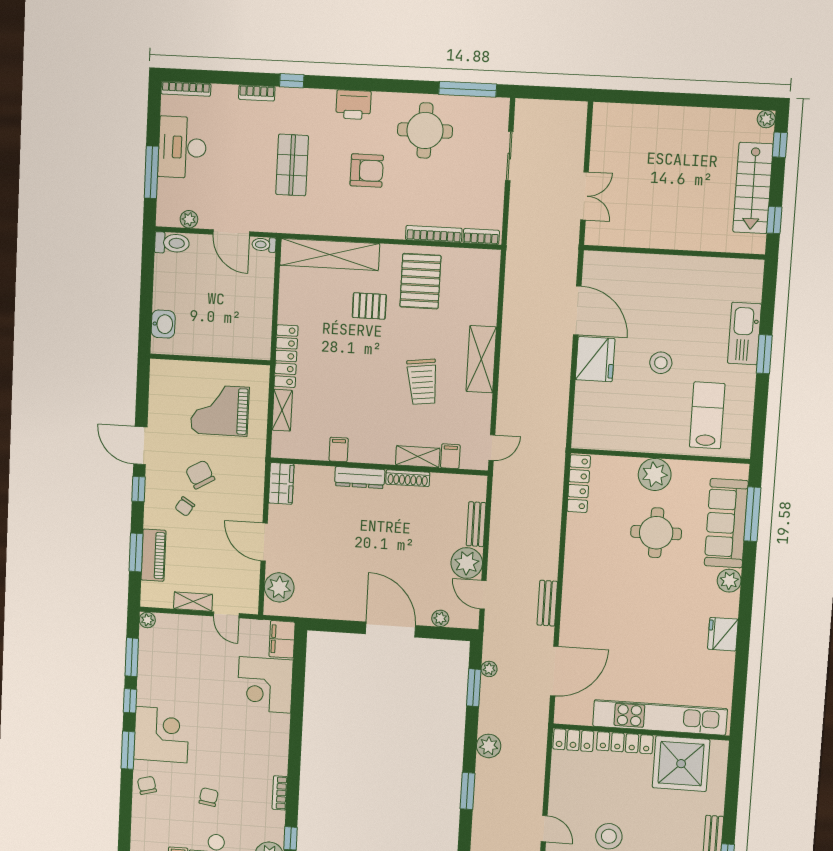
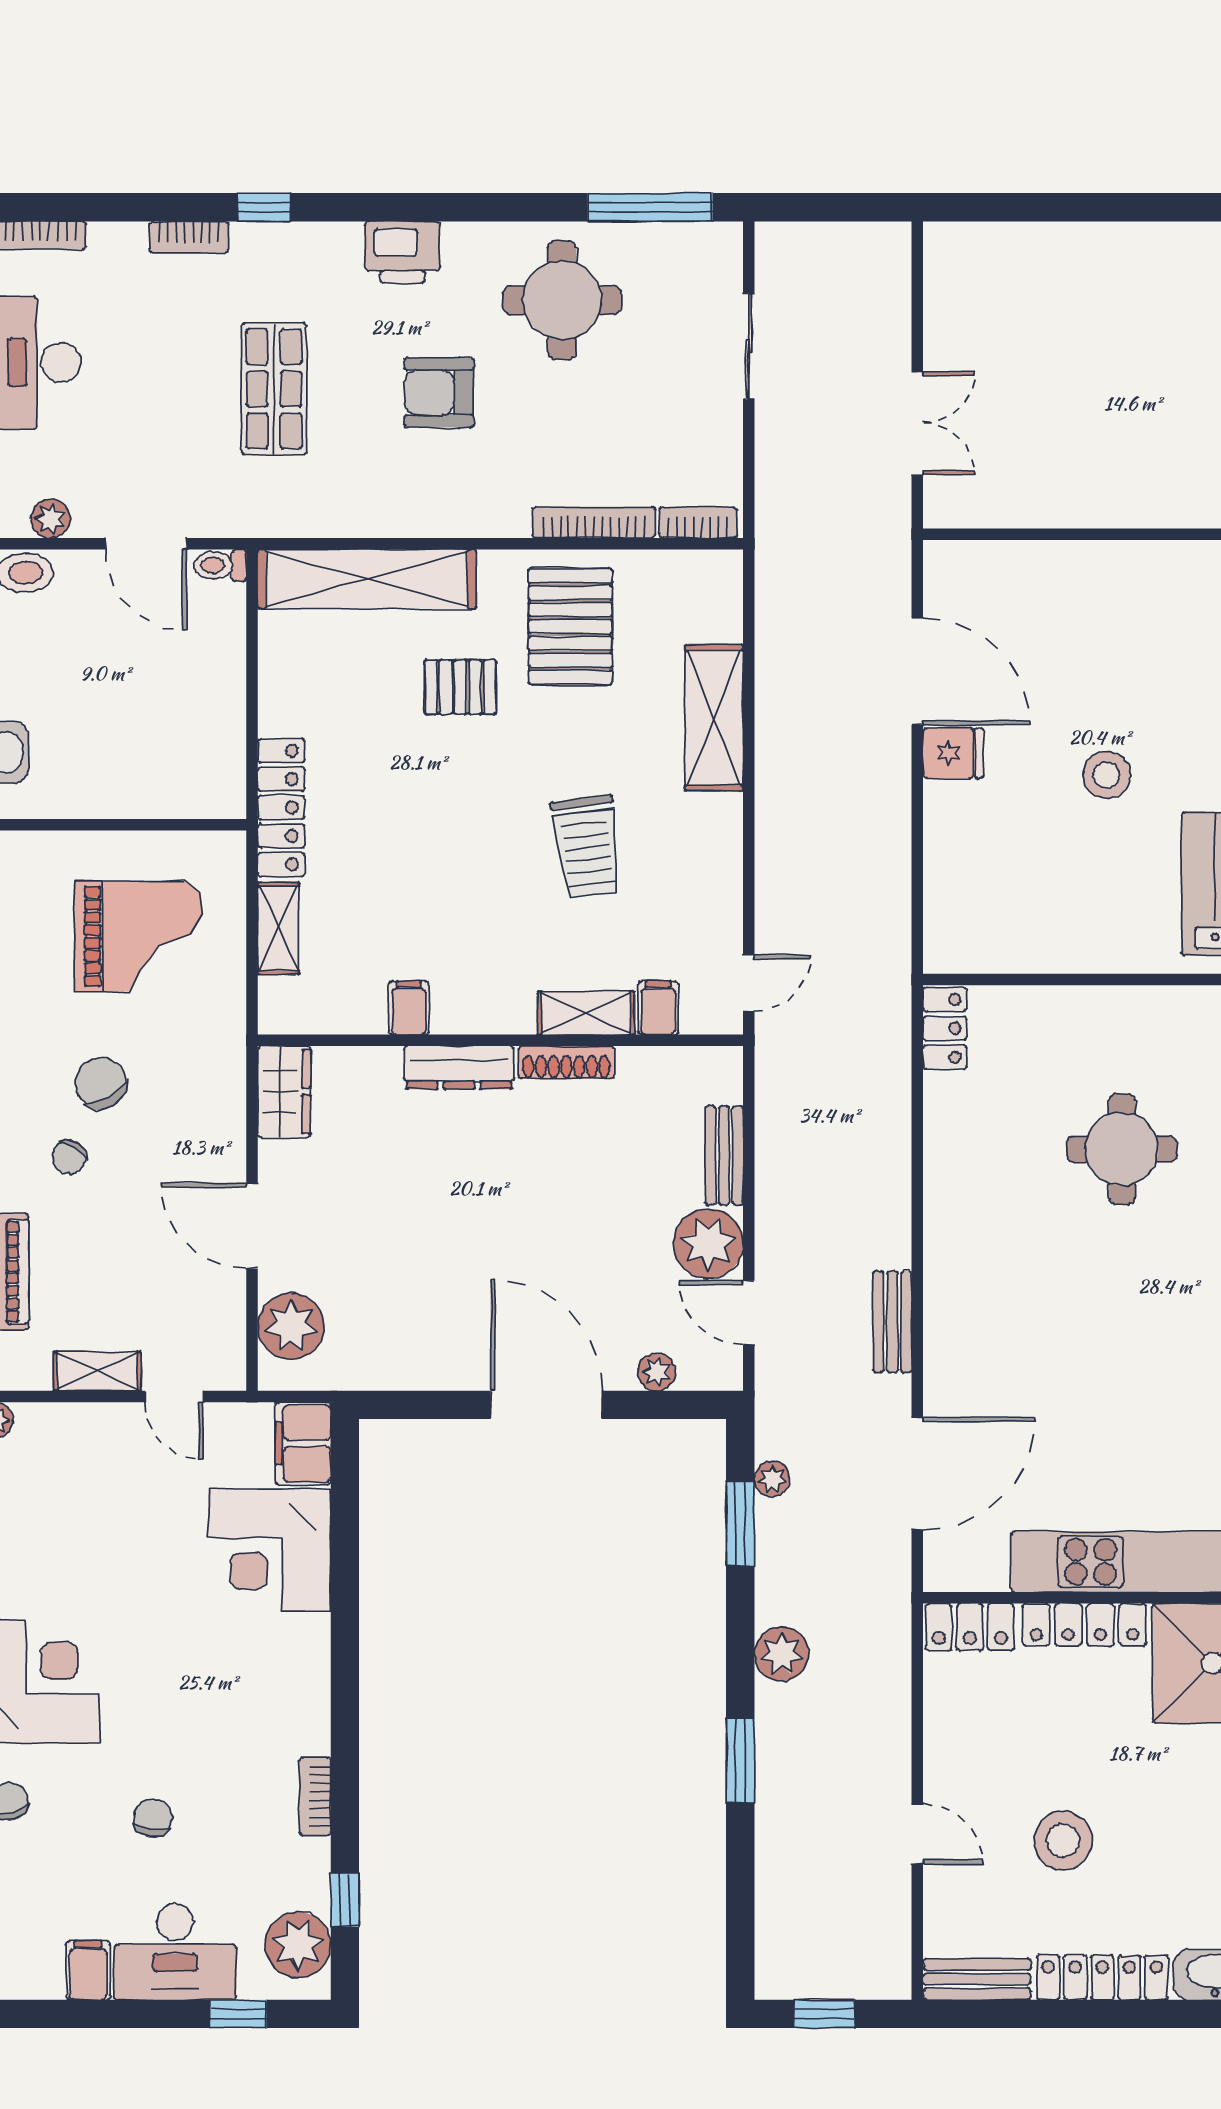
armchair: (367, 171) -> (439, 393), turned 180
shelving: (481, 359) -> (714, 718), moved
fridge: (595, 359) -> (953, 753), width x0.53, depth x0.75
grand piano: (220, 410) -> (138, 936), turned 180
plant: (655, 474) -> (1110, 1021), removed
locker: (579, 484) -> (945, 1028), width x0.66

